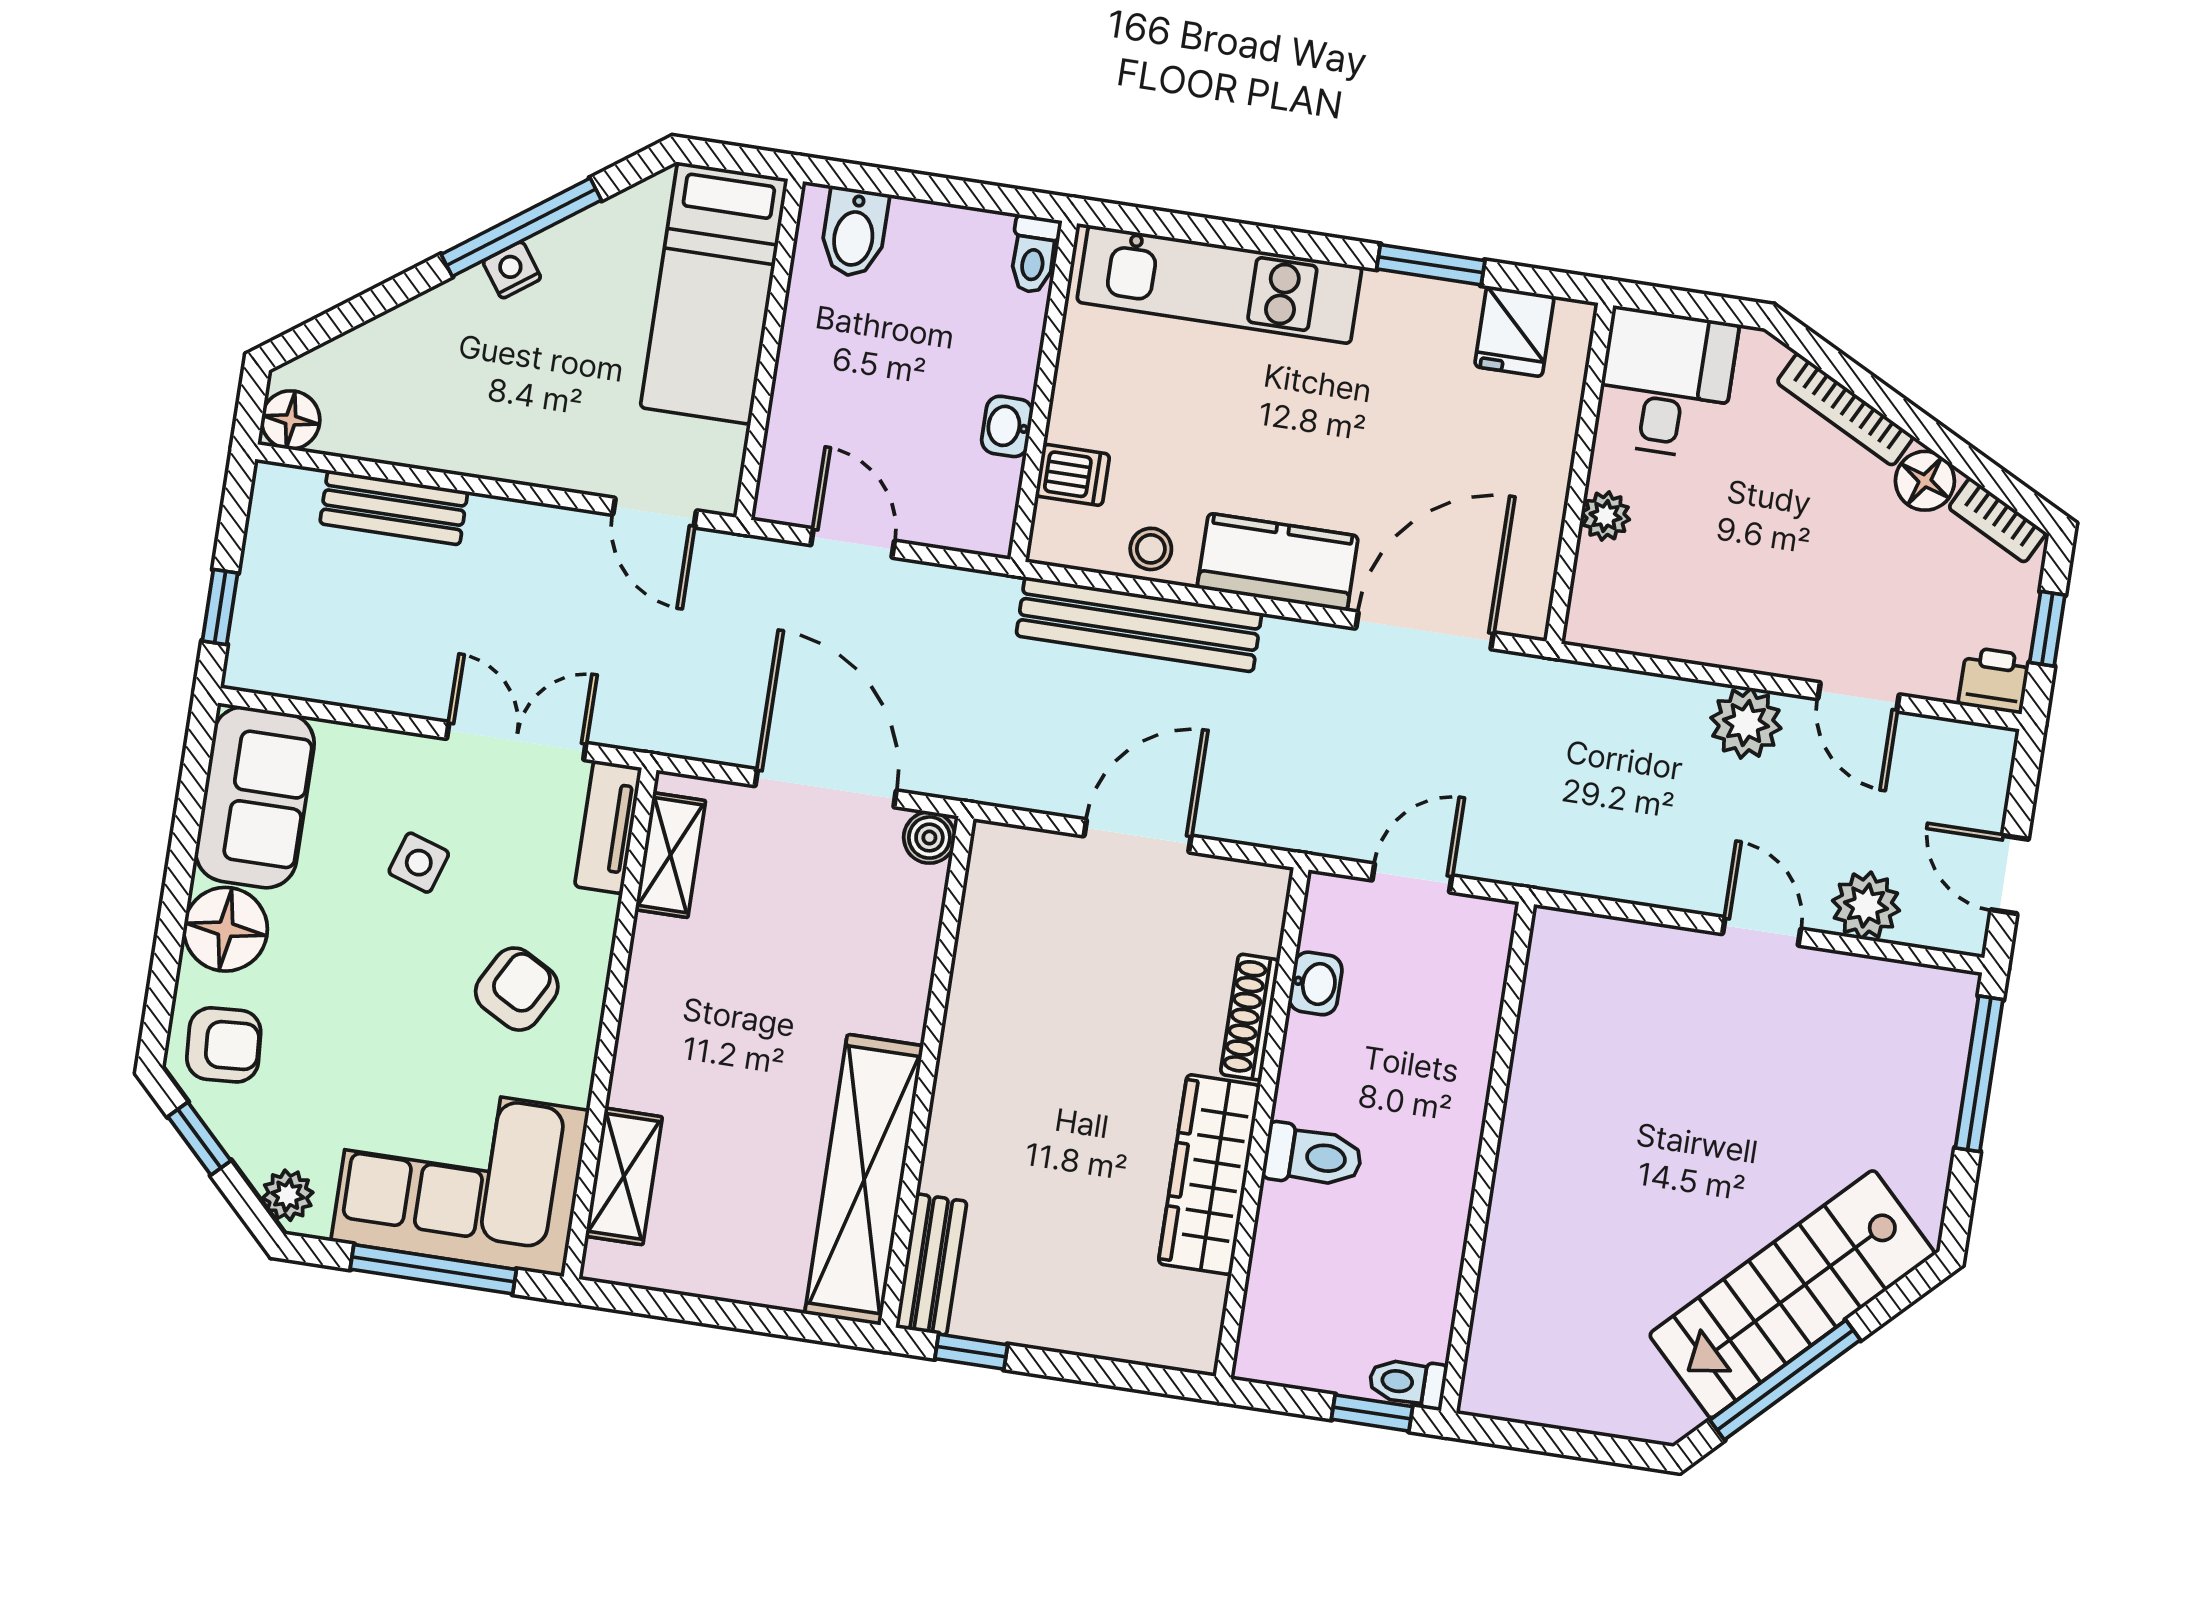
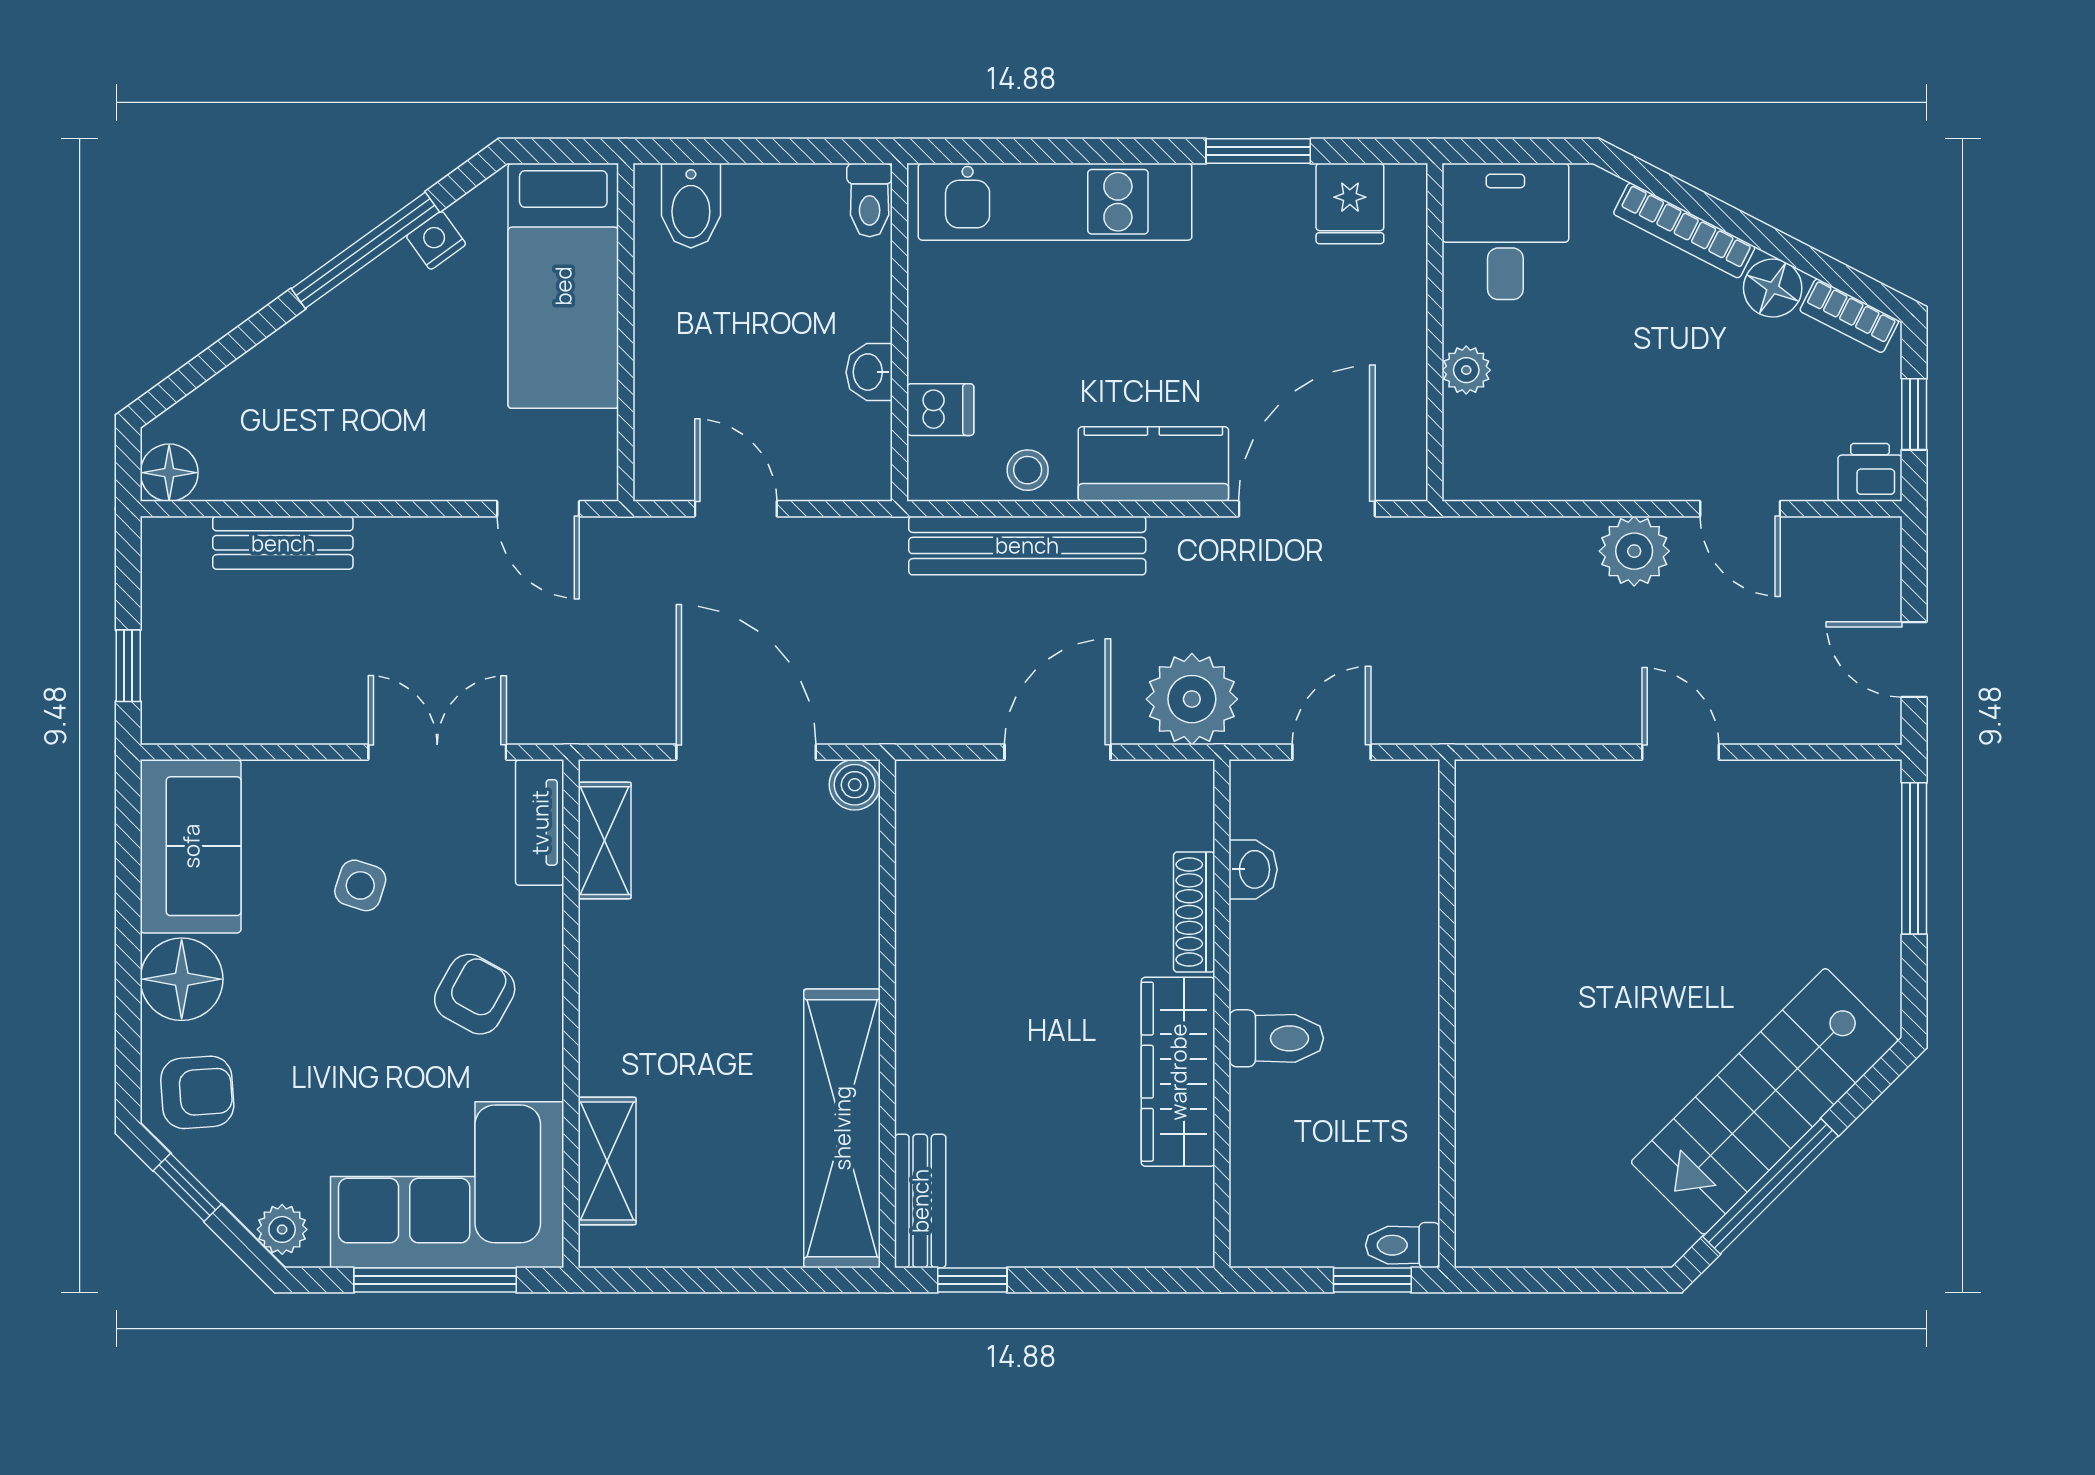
nightstand: (512, 270) -> (436, 240), moved
plant: (1866, 906) -> (1192, 699), moved, width x1.36, depth x1.36

